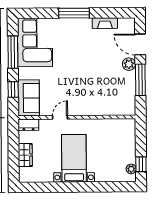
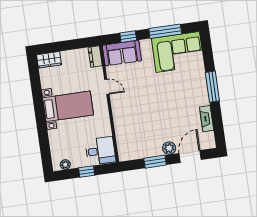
window: (140, 80) -> (155, 162), width x0.69
desk: (122, 132) -> (100, 151), added
wardrobe: (25, 155) -> (49, 60), moved
window: (141, 164) -> (87, 171), moved

